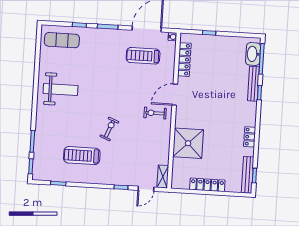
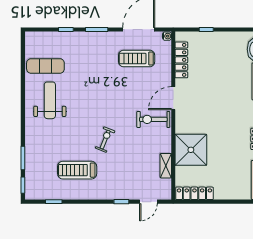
exercise mat: (62, 40) -> (45, 66), moved
weight bench: (61, 89) -> (50, 100), turned -90
exercise bike: (155, 113) -> (153, 119), width x1.38, depth x1.39
shelving: (163, 177) -> (166, 166), moved
locker: (207, 185) -> (194, 193), moved

